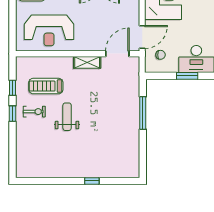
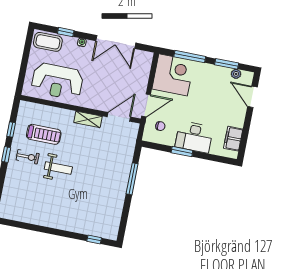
treadmill: (46, 86) -> (44, 134), turned 180
weight bench: (67, 117) -> (58, 168), turned 90
window: (92, 181) -> (94, 240), moved

